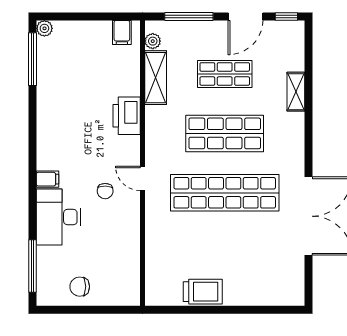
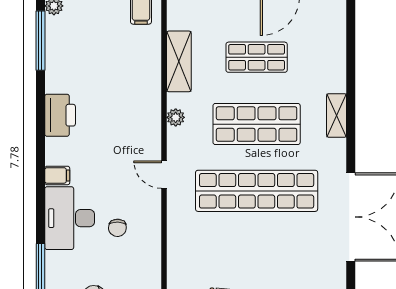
plant: (153, 41) -> (176, 117), moved
shelving: (296, 92) -> (337, 115), moved
printer: (127, 116) -> (60, 115), moved, turned 180
chair: (105, 191) -> (117, 228), moved

